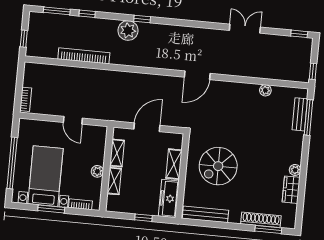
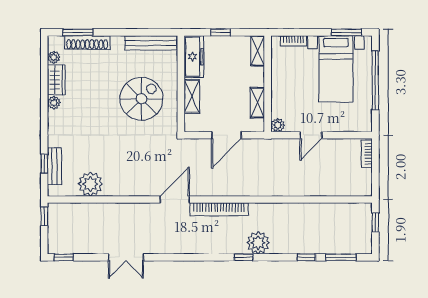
bookcase: (84, 56) -> (219, 209), moved
plant: (265, 90) -> (90, 184), width x1.88, depth x1.88
window: (308, 117) -> (44, 164), width x0.46
door: (73, 120) -> (311, 135), swing flipped
plant: (97, 171) -> (278, 125), moved
shelving: (114, 181) -> (258, 51), moved
window: (51, 209) -> (346, 32), moved
plant: (291, 210) -> (54, 57), added

